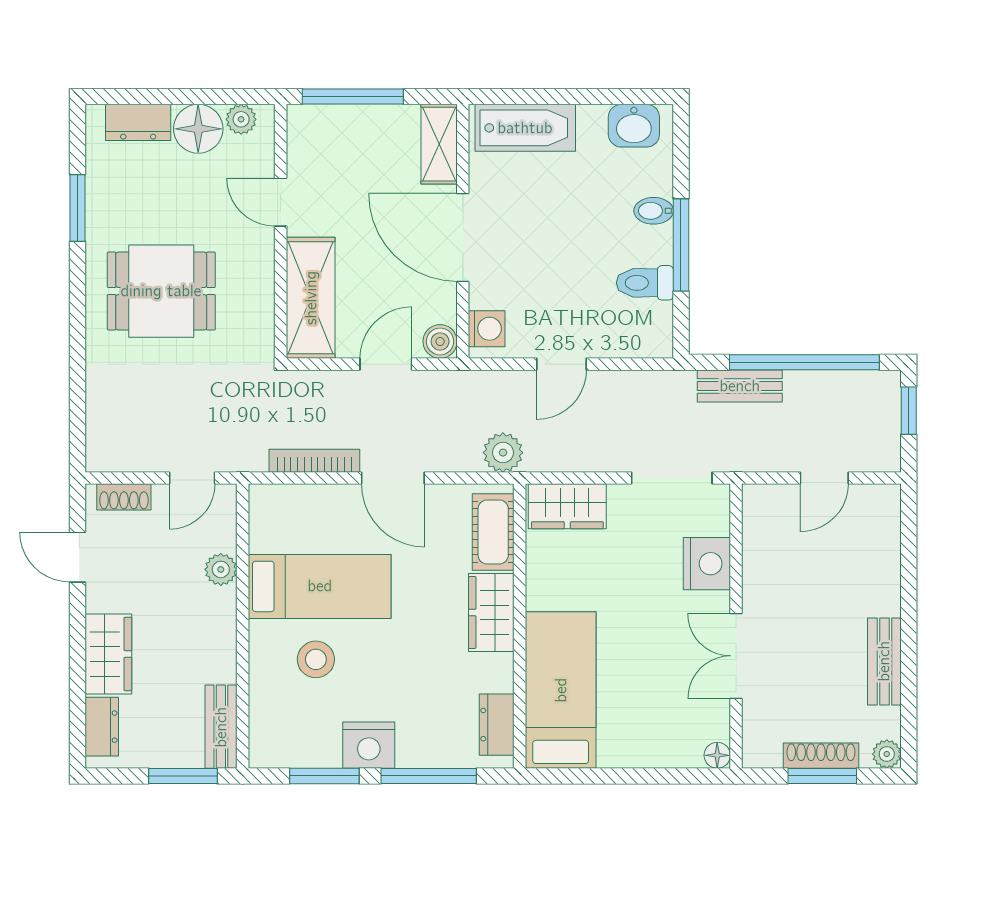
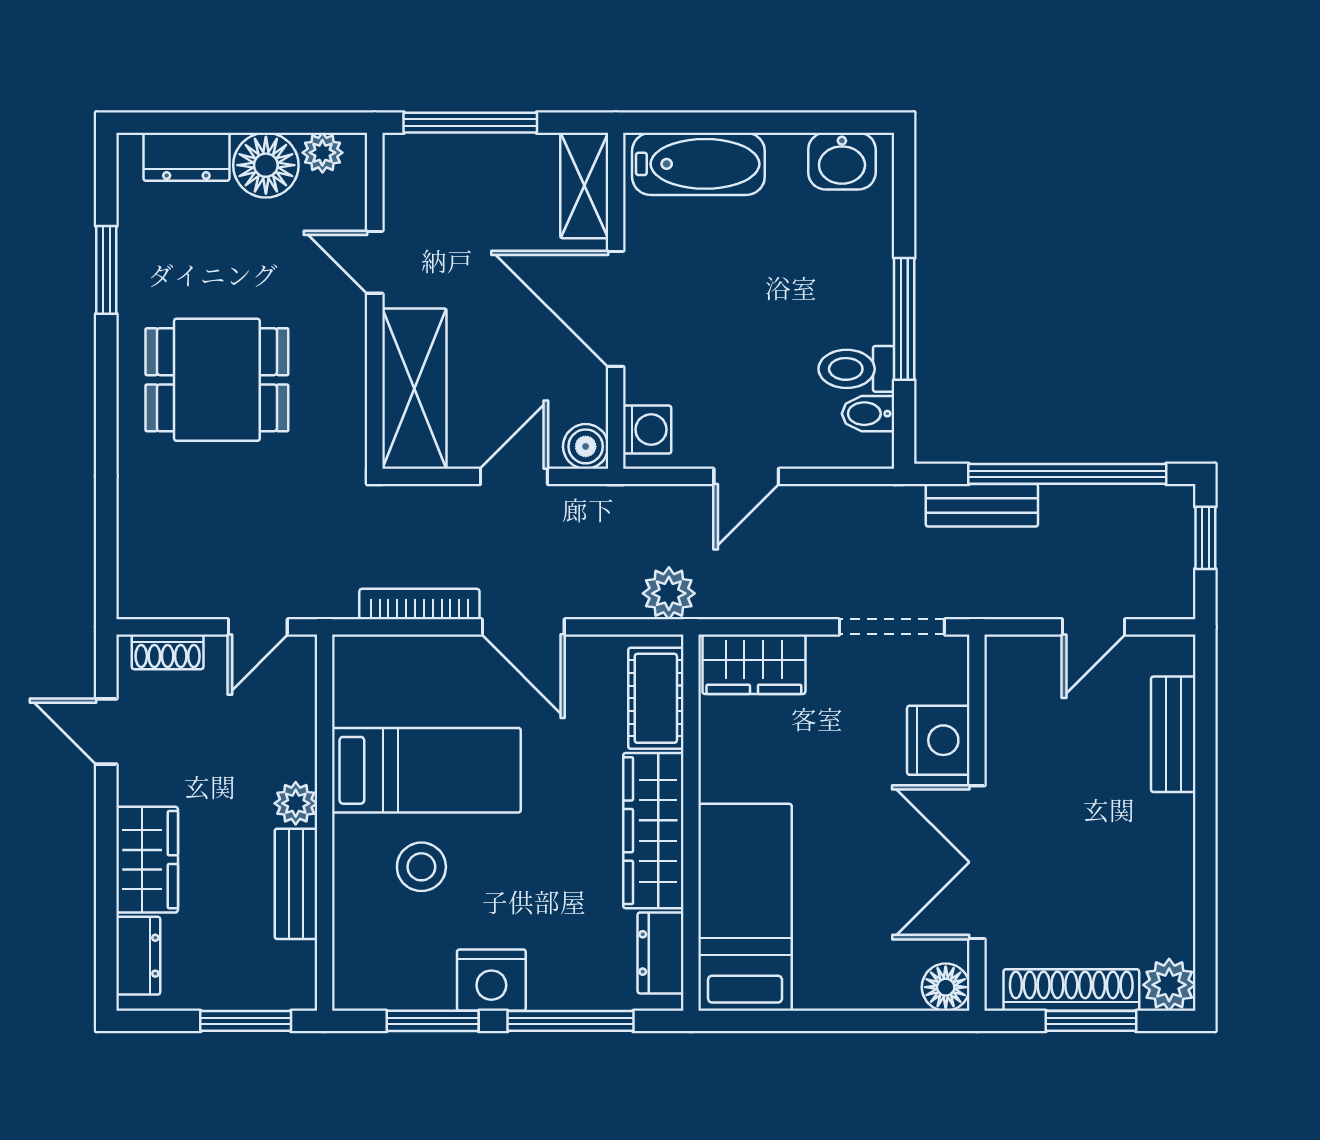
bidet: (654, 211) -> (868, 414), moved
plant: (221, 569) -> (296, 803), moved
wardrobe: (491, 612) -> (653, 831), width x1.50
double door: (736, 656) -> (977, 862), width x1.37
bench: (884, 661) -> (1173, 734), moved
bench: (221, 727) -> (296, 884), moved
plant: (887, 754) -> (1169, 985), width x1.38, depth x1.38
floor lamp: (717, 755) -> (946, 987), width x1.37, depth x1.37
shoe rack: (821, 756) -> (1071, 990), width x1.36, depth x1.24

